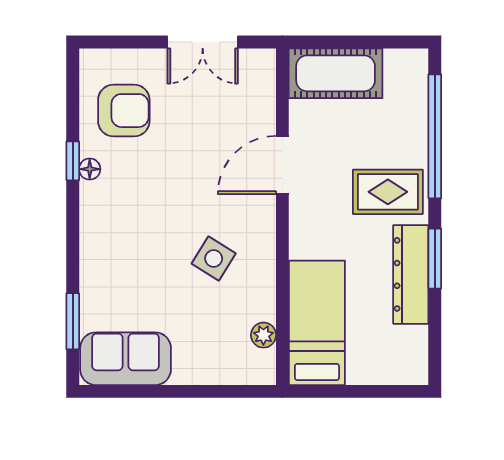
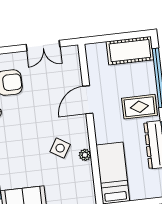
cot: (336, 73) -> (130, 51), moved
plant: (263, 335) -> (85, 155), moved

